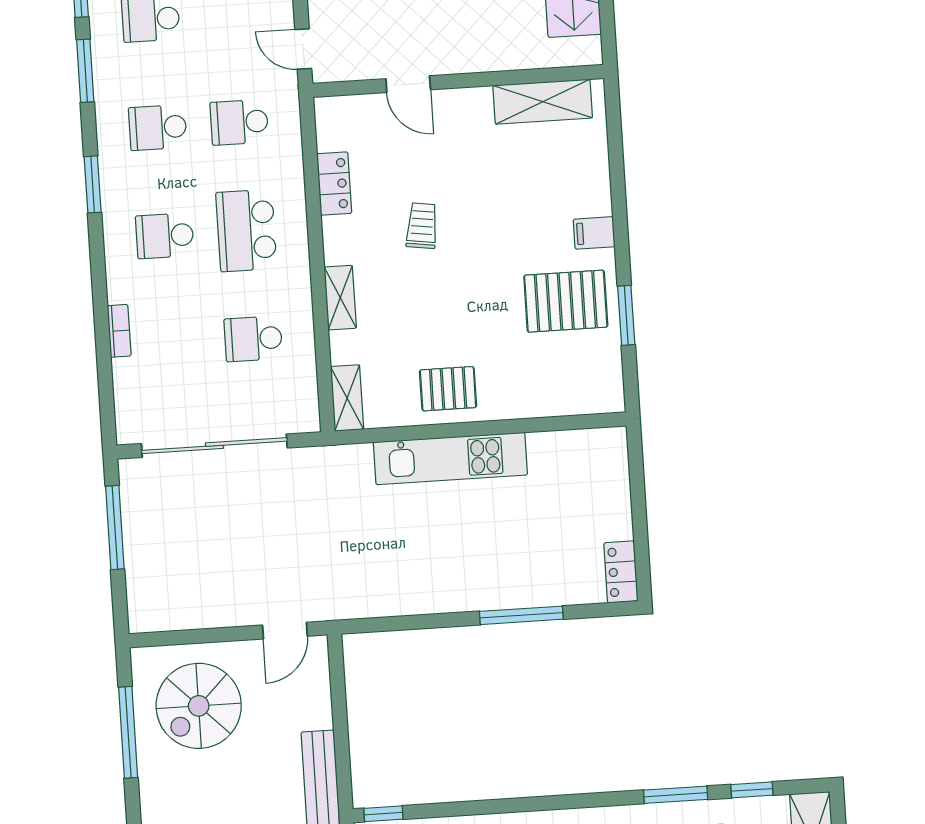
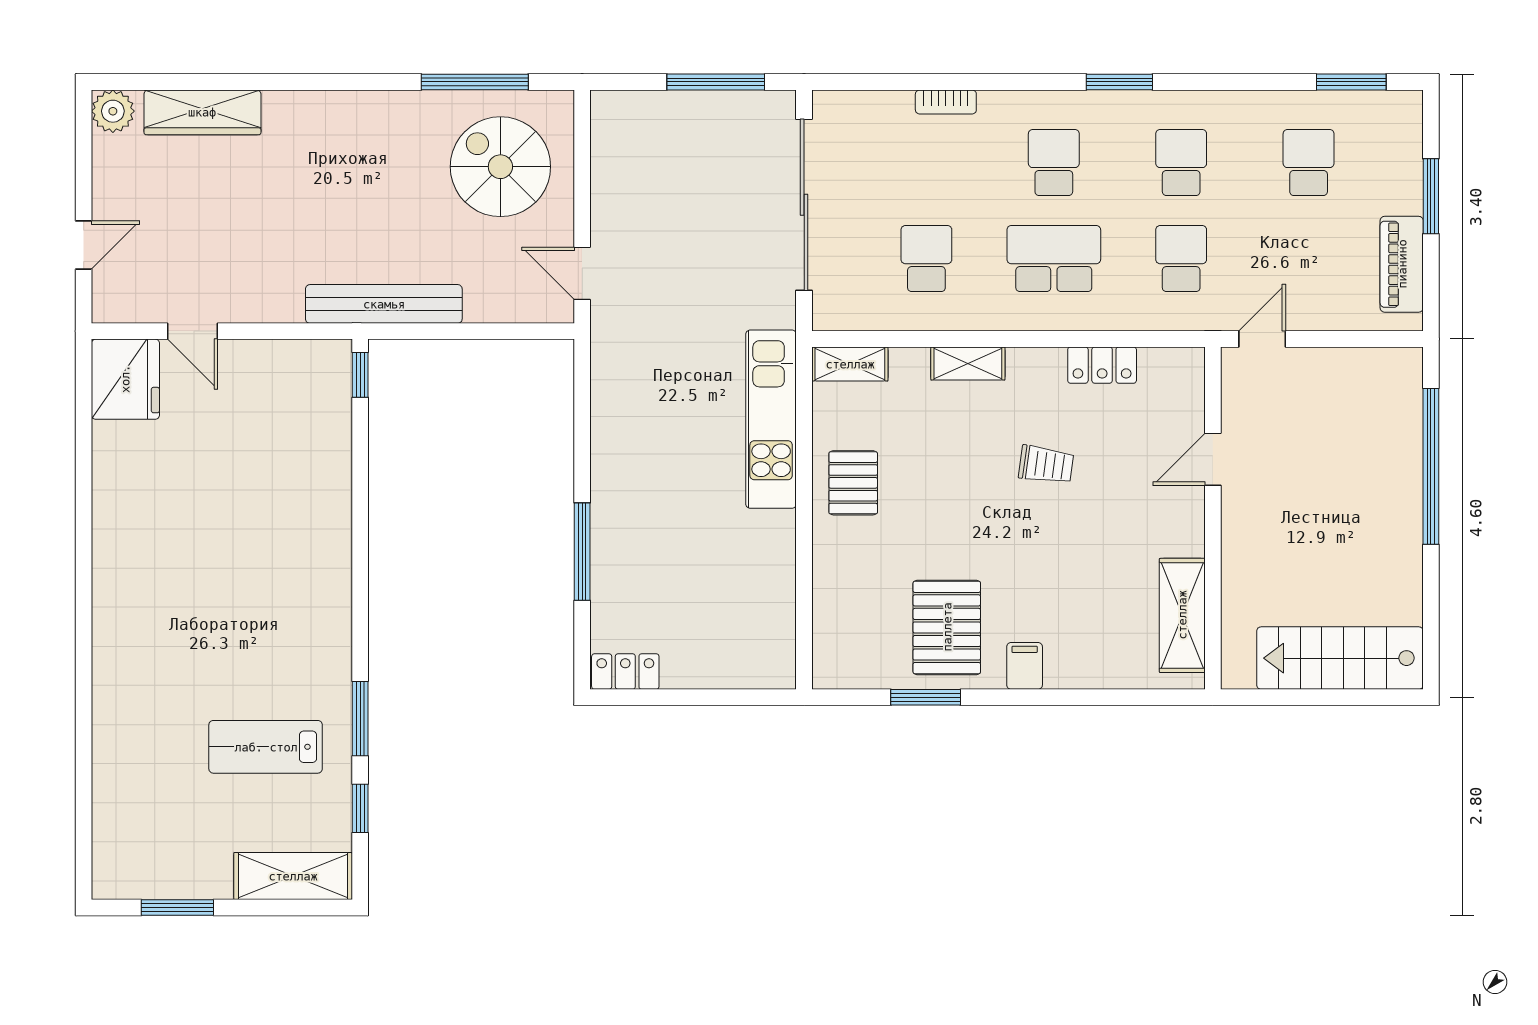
window: (85, 71) -> (1253, 82), removed
kitchen unit: (450, 459) -> (771, 419), moved

